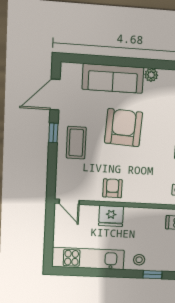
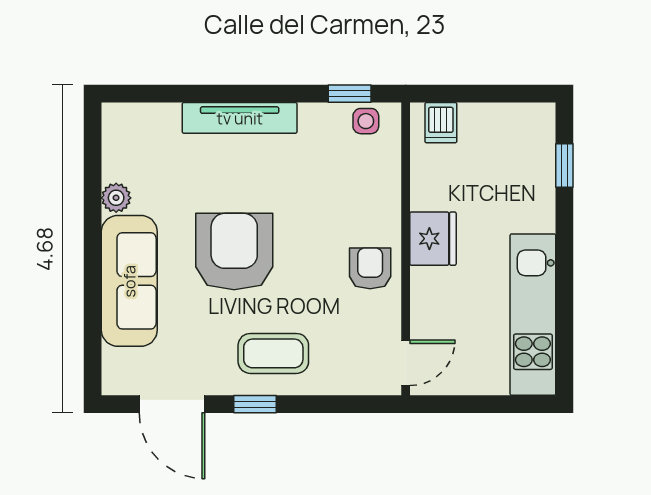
armchair: (123, 128) -> (234, 252), turned 87
armchair: (112, 188) -> (370, 268), turned 90
fridge: (111, 216) -> (433, 239), moved
stool: (139, 260) -> (531, 199), removed

